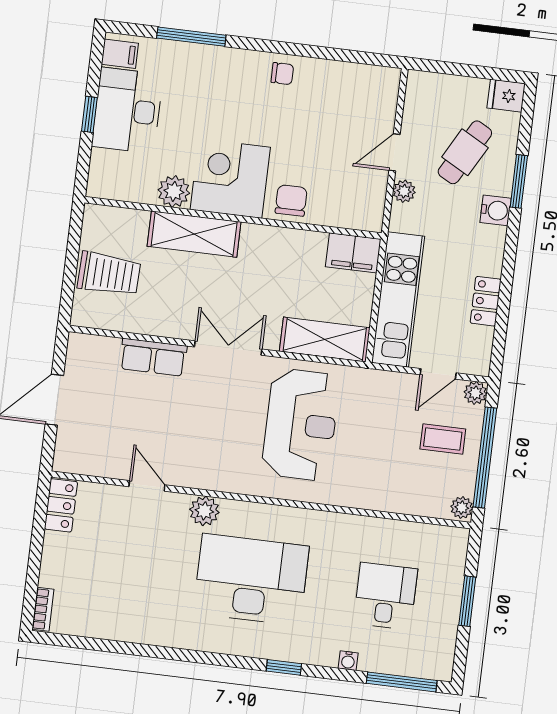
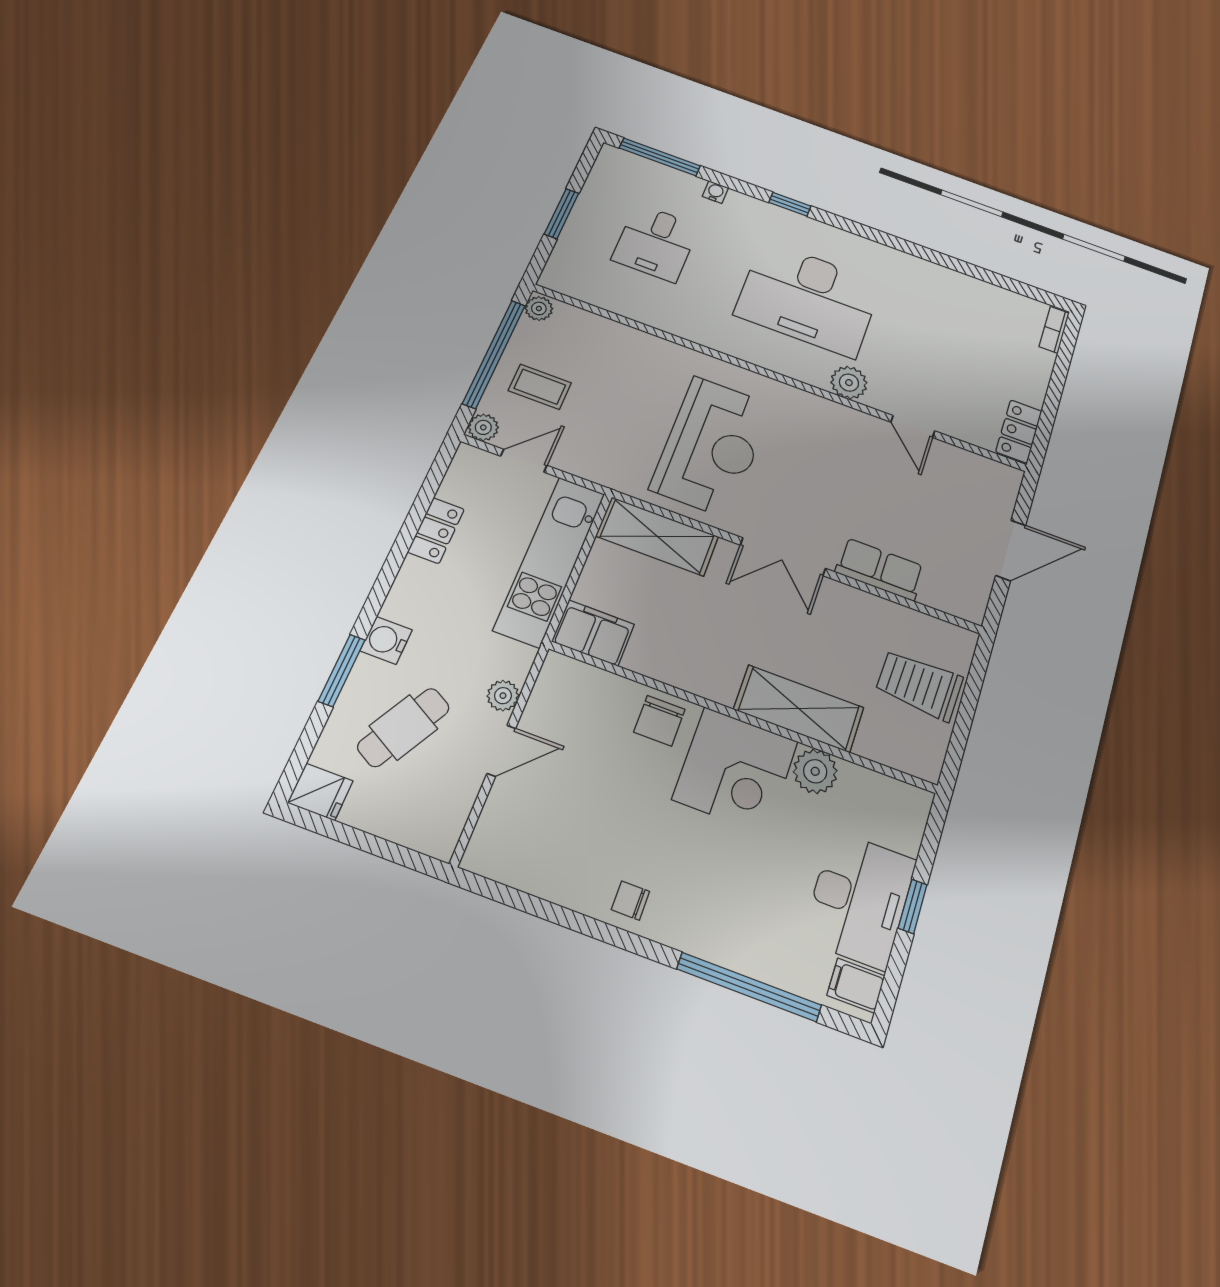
window: (191, 37) -> (749, 987), width x1.46
reception desk: (301, 425) -> (712, 446), turned 180

